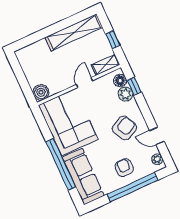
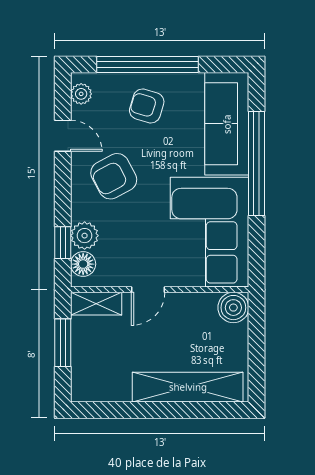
shelving: (74, 32) -> (188, 387), moved
window: (113, 40) -> (63, 343), width x1.50
armchair: (124, 168) -> (147, 106), turned 107

